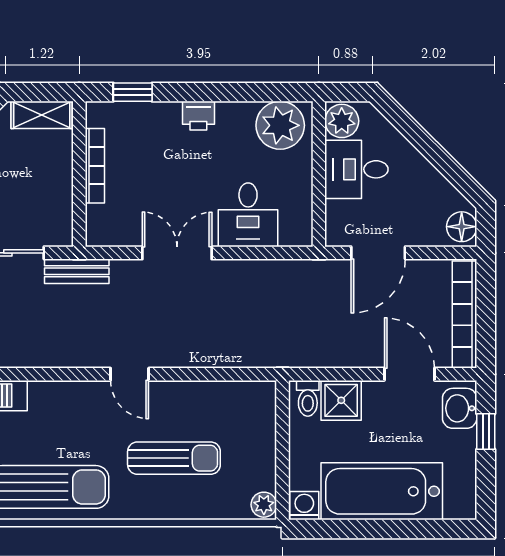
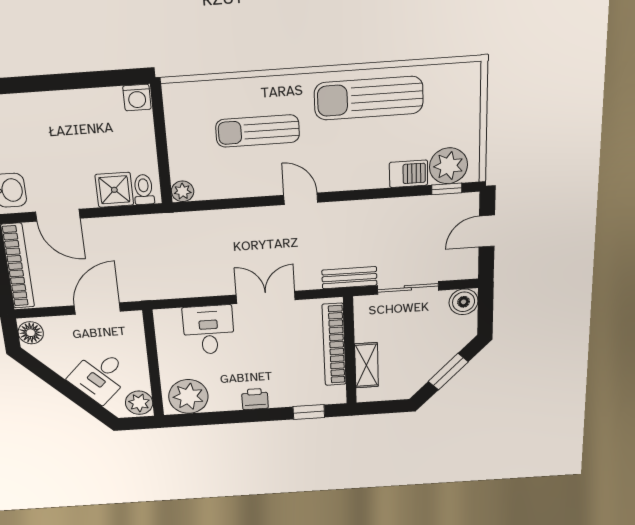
shelving: (42, 115) -> (366, 365), moved, turned 90
bookcase: (95, 166) -> (334, 345), width x1.48, depth x1.31
desk: (356, 169) -> (100, 376), moved, turned 135
double door: (177, 253) -> (266, 297), swing flipped
bathtub: (382, 491) -> (69, 115), removed
plant: (264, 505) -> (183, 191), moved

